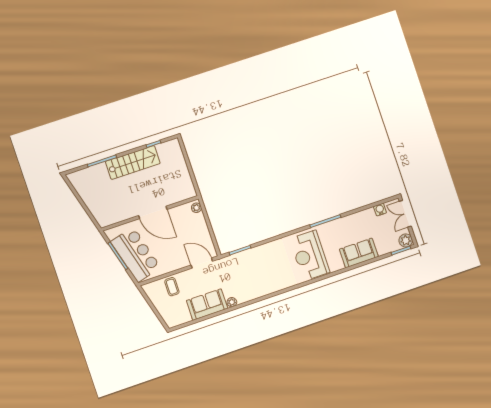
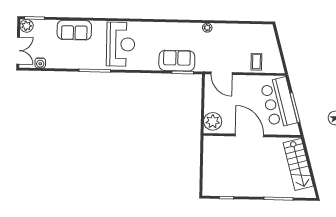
stairs: (133, 162) -> (298, 164), moved, turned -105
plant: (196, 208) -> (213, 121), width x1.88, depth x1.88
sofa: (207, 305) -> (177, 61), moved, turned 180

